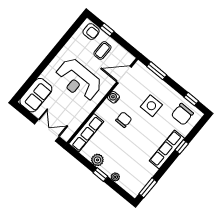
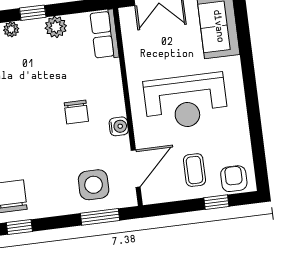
armchair: (91, 32) -> (234, 179), turned 90
reception desk: (78, 80) -> (186, 101), turned 180
side table: (151, 106) -> (94, 185), moved
row of seats: (86, 133) -> (104, 34), width x0.68

